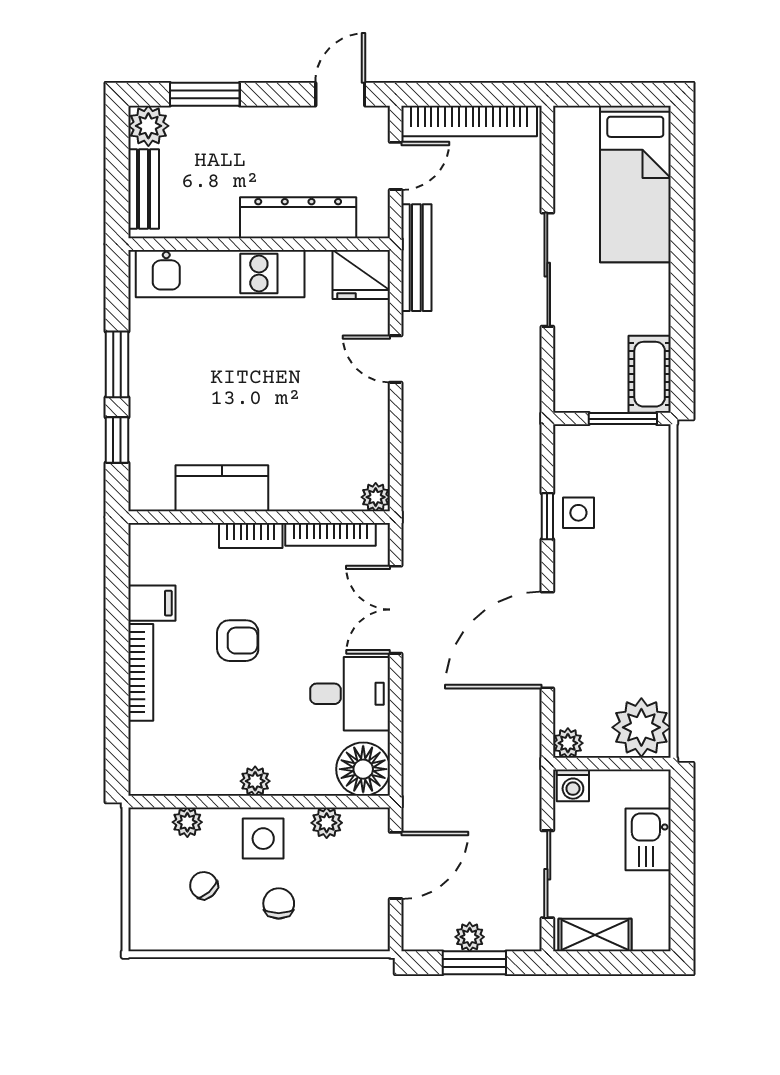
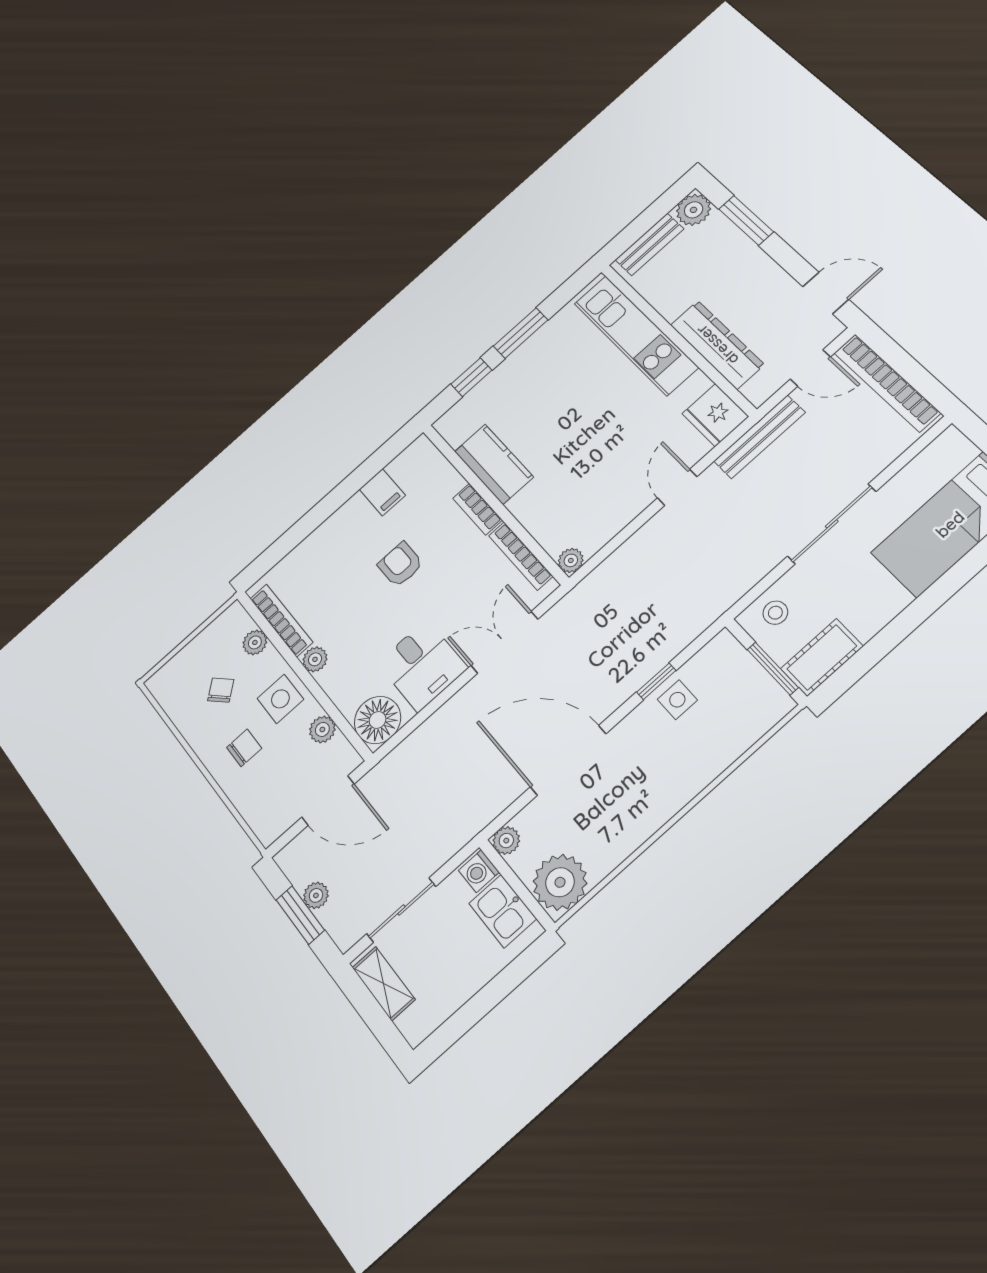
stool: (579, 377) -> (775, 613), added
armchair: (238, 641) -> (400, 564), turned 180
bookcase: (141, 672) -> (281, 620), moved, turned -90
kitchen sink: (648, 839) -> (503, 911), moved, turned -90

